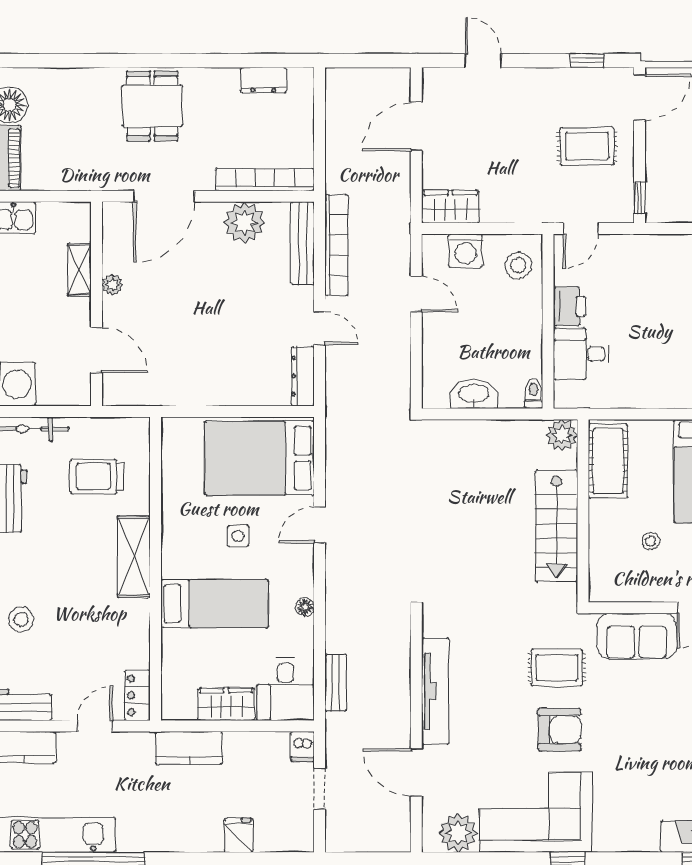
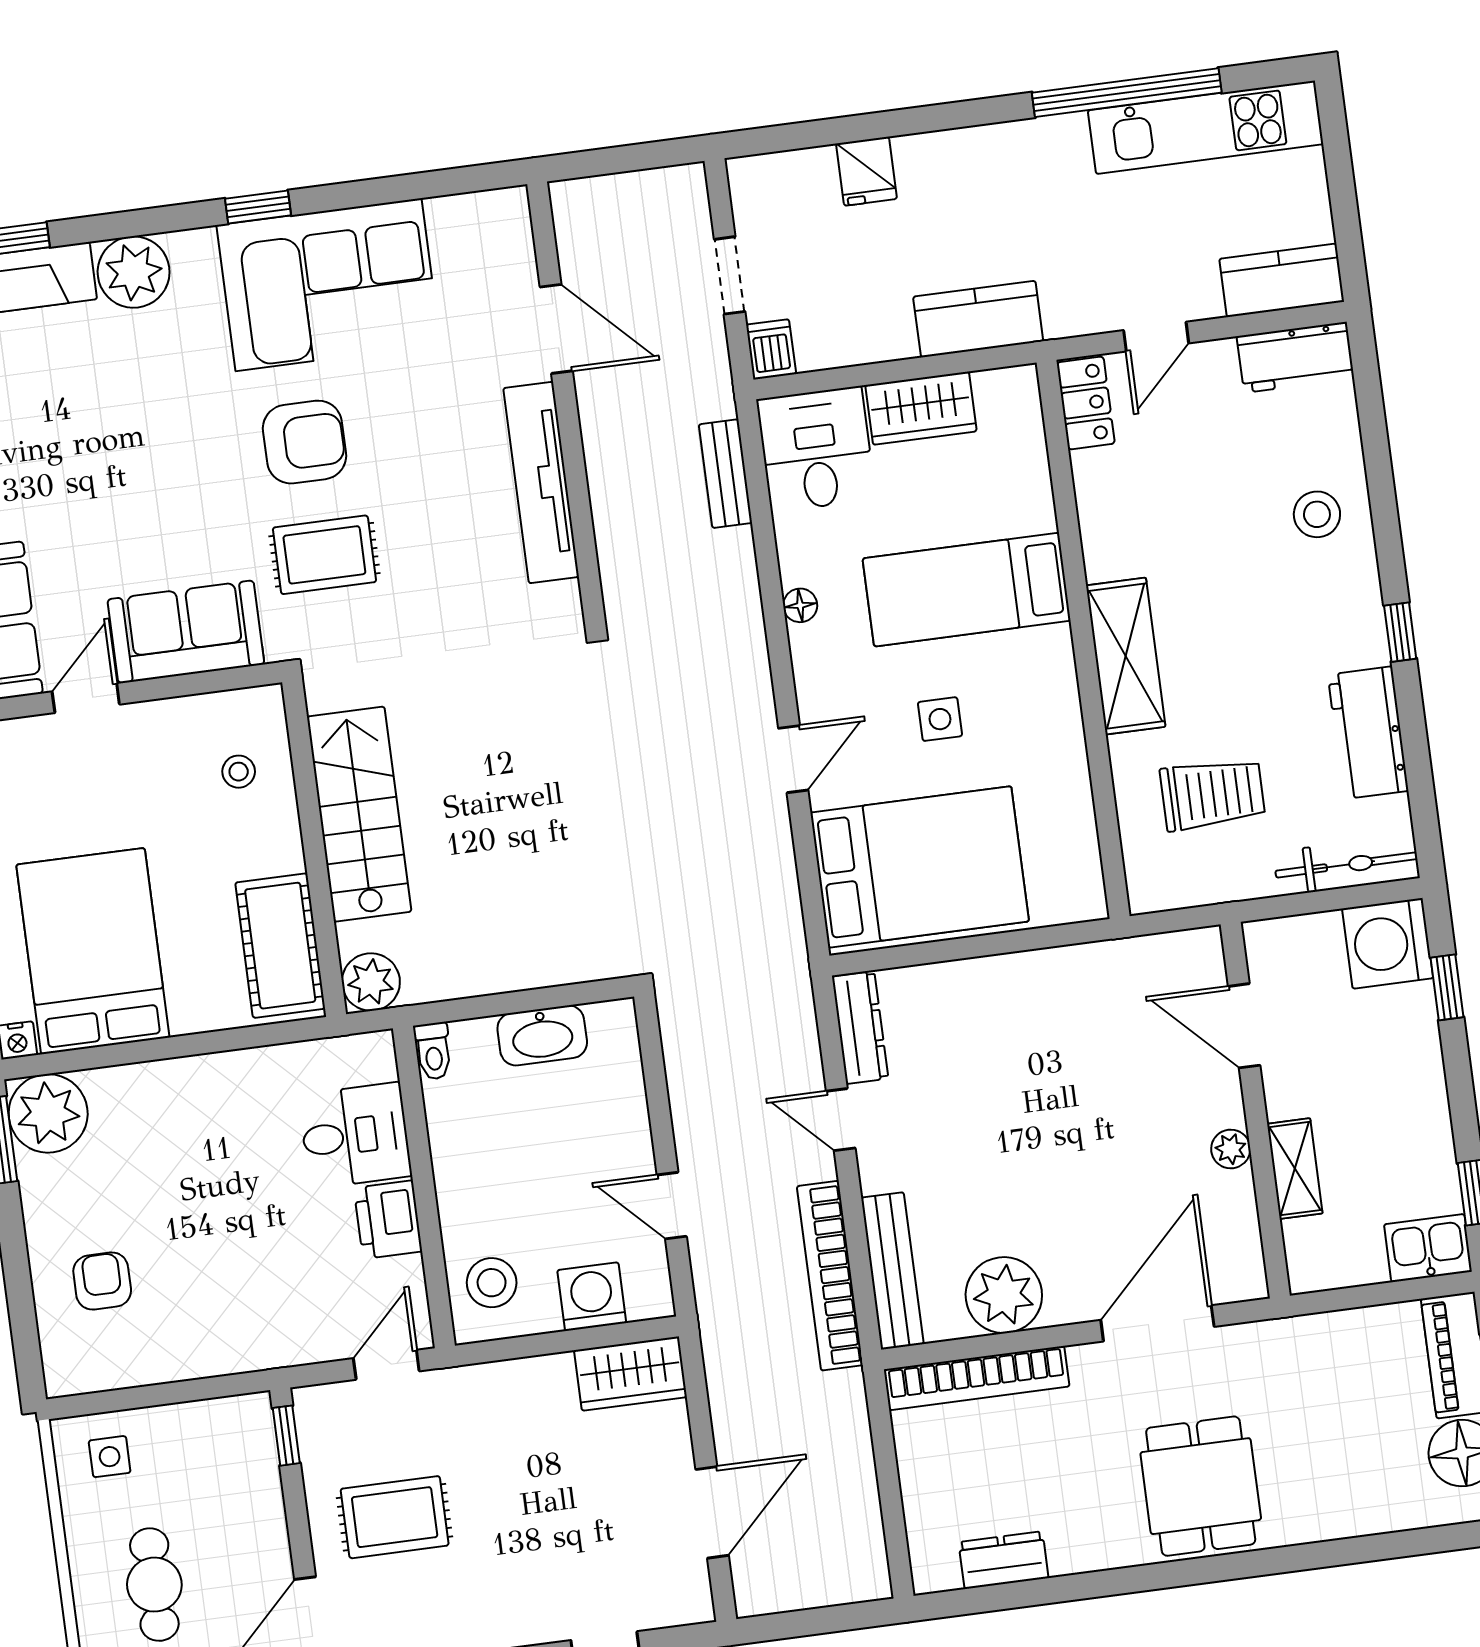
stool: (651, 541) -> (239, 772), moved
armchair: (559, 730) -> (305, 442), turned 180
plant: (458, 833) -> (134, 272), moved

